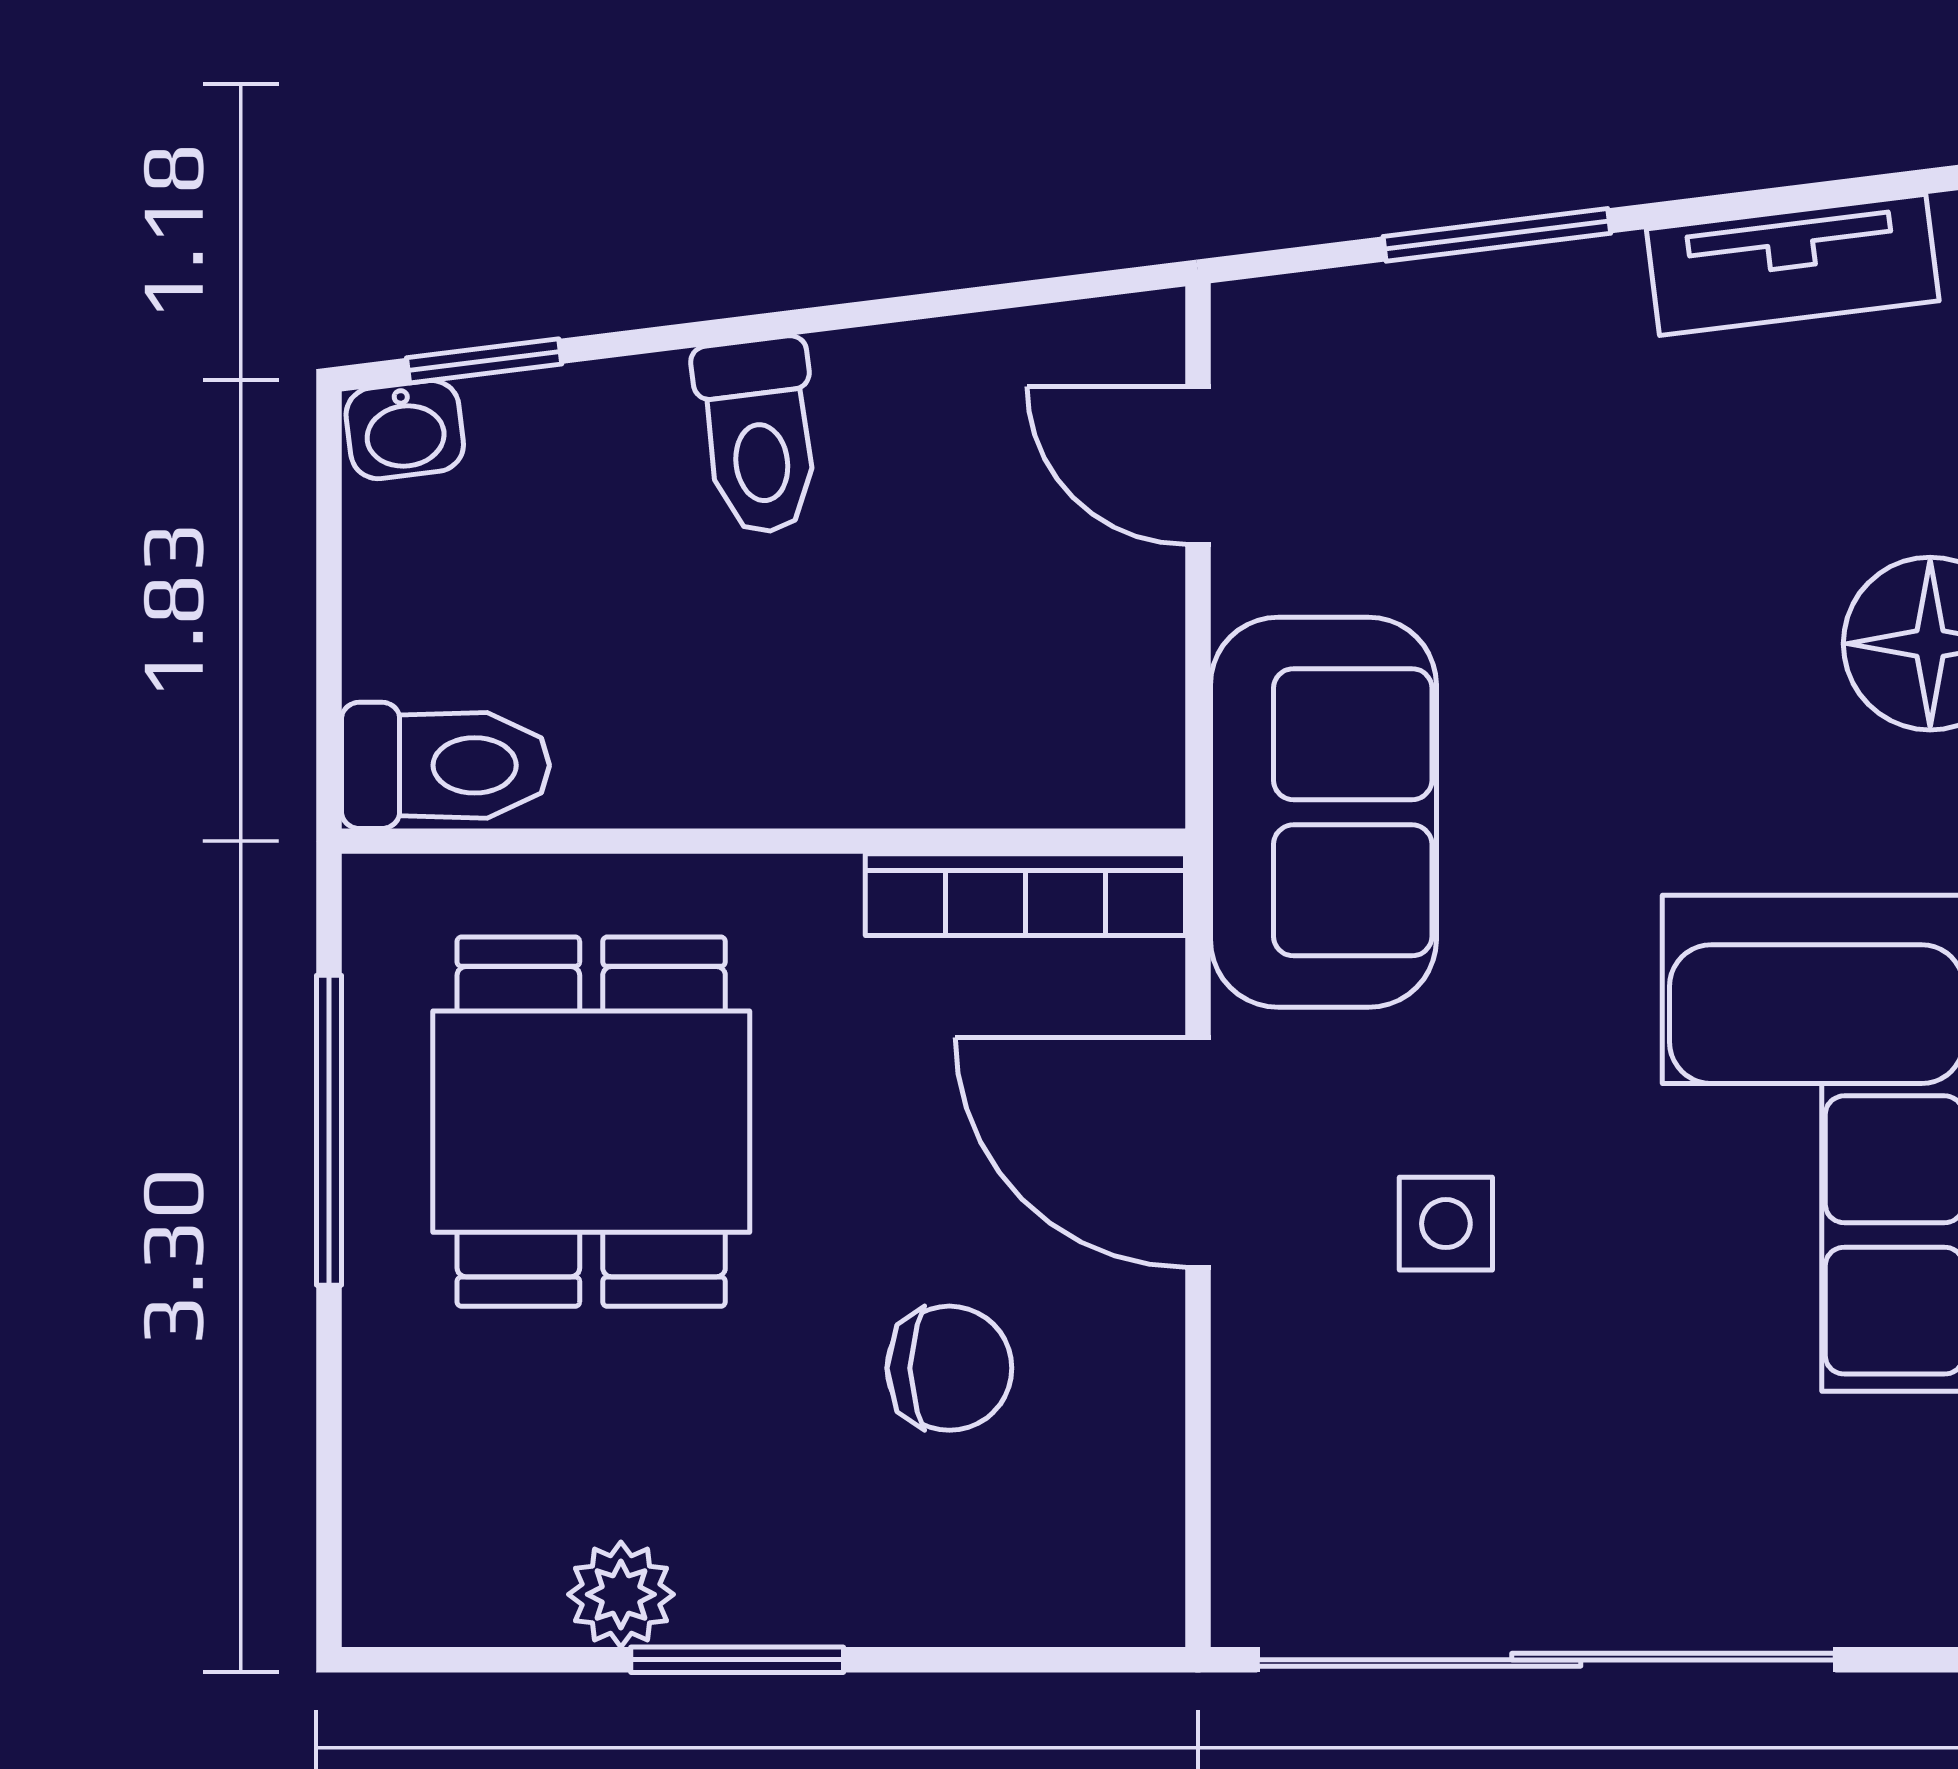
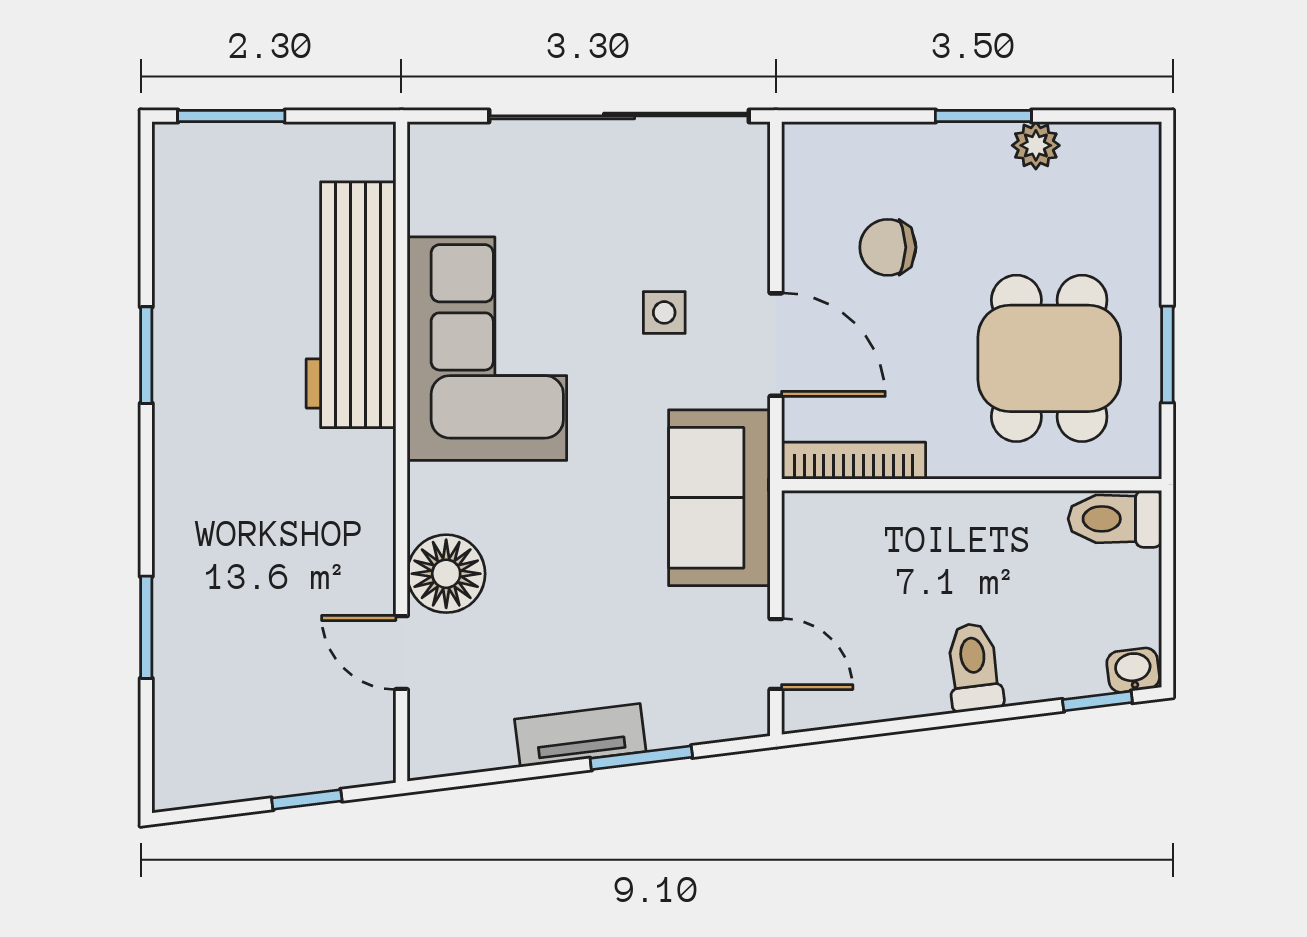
tv unit: (1793, 265) -> (580, 735), moved
window: (329, 1130) -> (1167, 355), width x0.69

